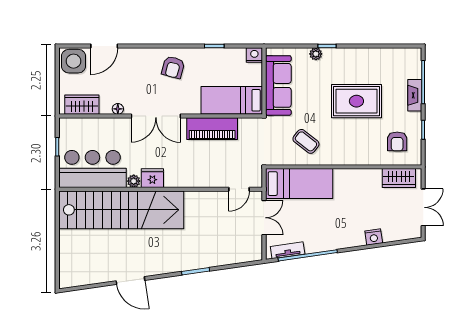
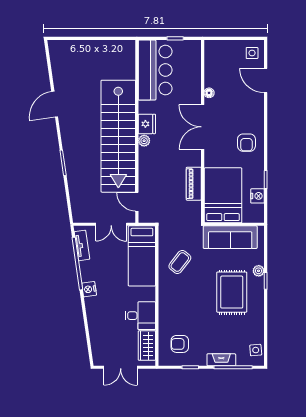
nightstand: (254, 55) -> (257, 196), moved
side table: (404, 57) -> (256, 350), added
side table: (74, 61) -> (252, 53), width x0.54, depth x0.54
armchair: (173, 67) -> (246, 143), turned -105
bed: (232, 100) -> (223, 195), width x1.50
rug: (356, 101) -> (232, 292), moved
wardrobe: (82, 105) -> (213, 61), removed
piano: (212, 129) -> (194, 184), width x0.73, depth x0.75
plant: (134, 181) -> (144, 141), moved
desk: (366, 185) -> (140, 316), added
stairs: (121, 210) -> (118, 136), moved
nightstand: (374, 237) -> (89, 289), moved

